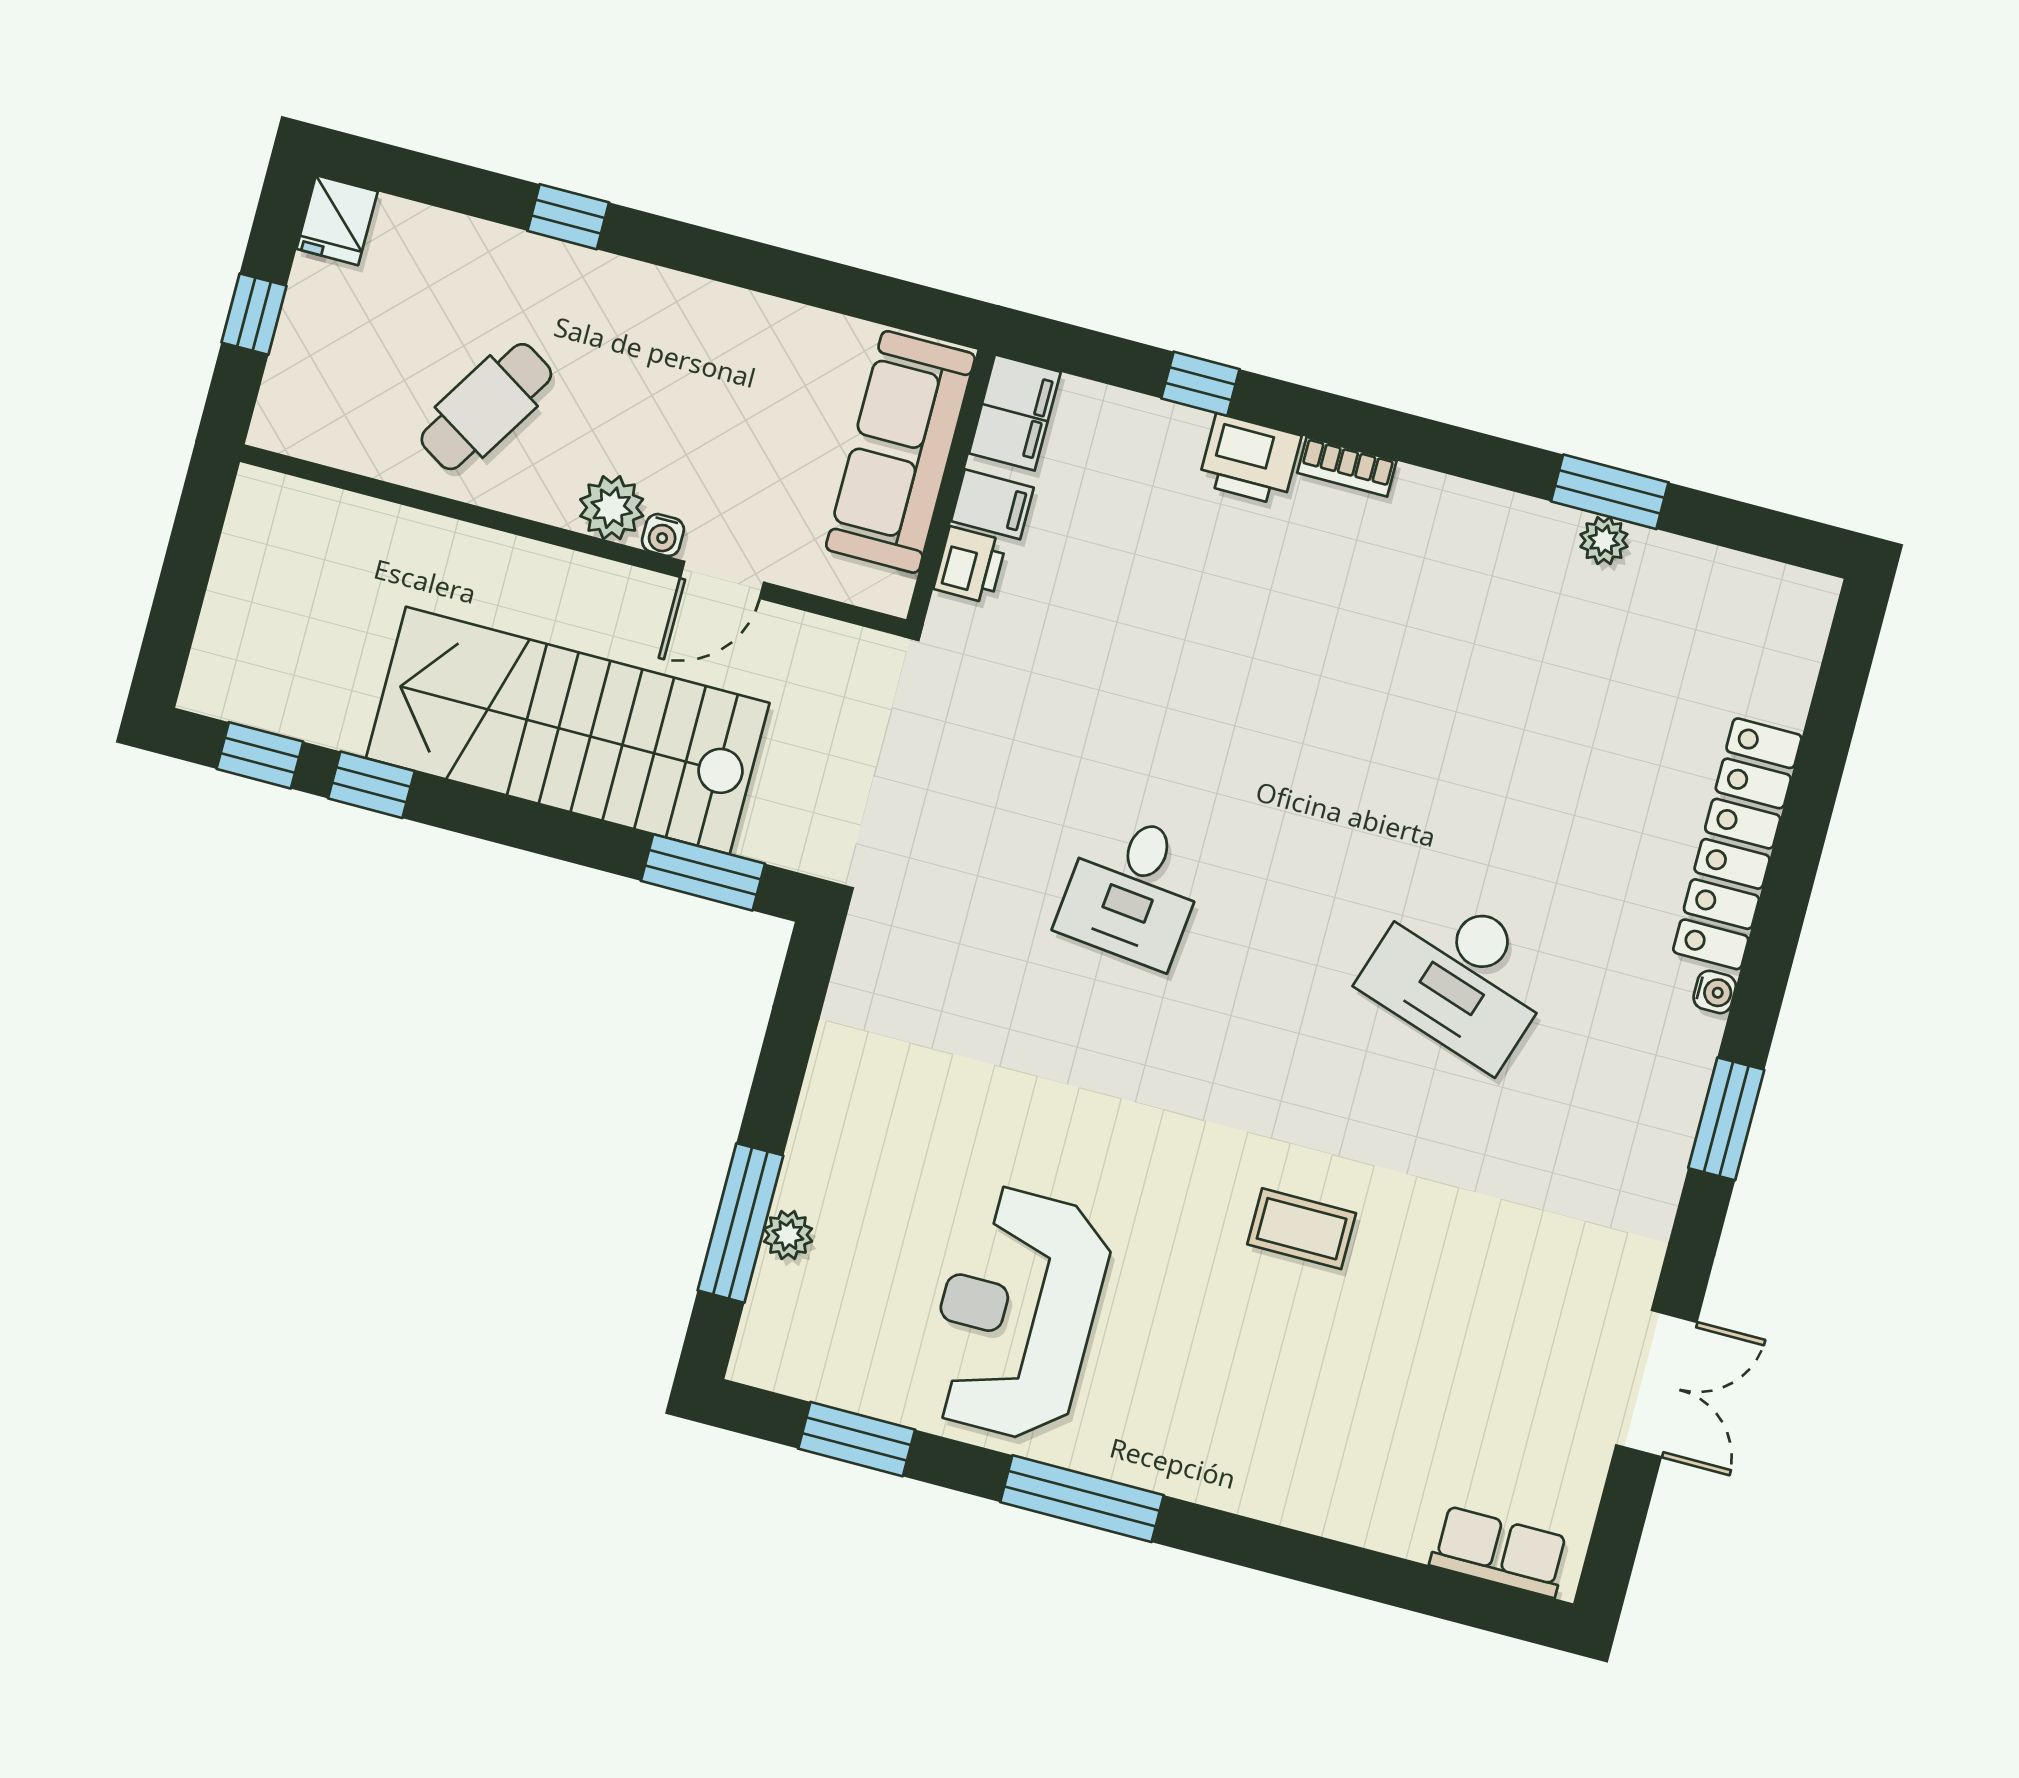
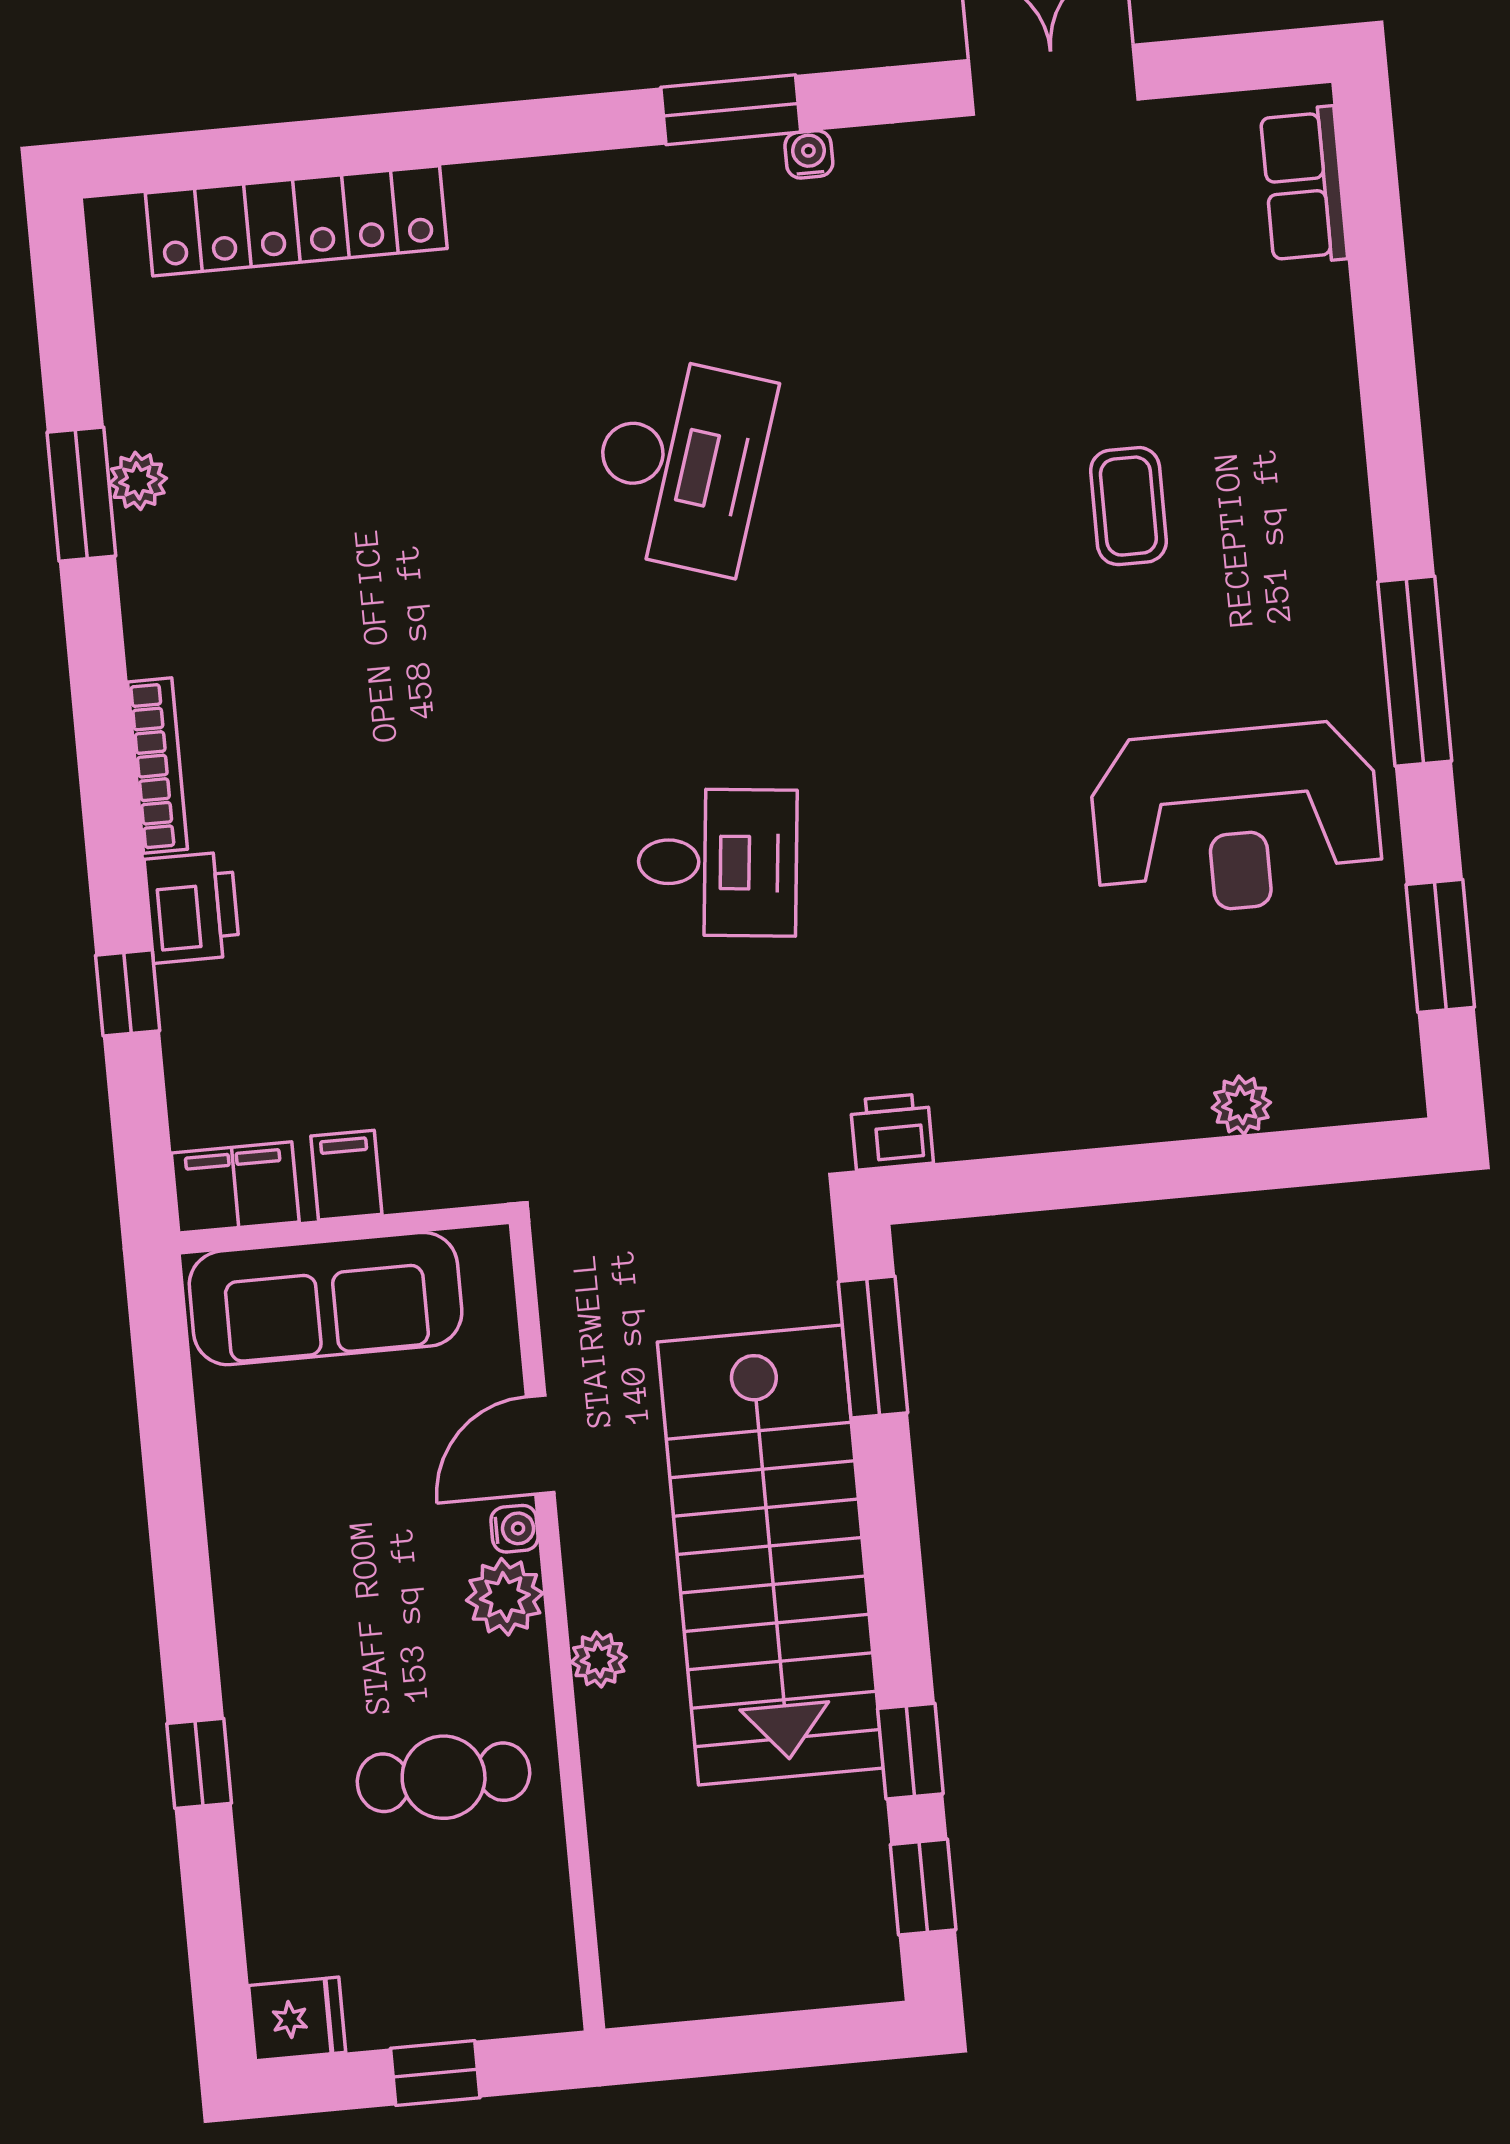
cafe table: (486, 407) -> (444, 1777), turned -32
bookcase: (1347, 467) -> (158, 766), width x1.56
plant: (535, 564) -> (599, 1660), added
printer: (970, 565) -> (892, 1132), moved
door: (722, 580) -> (540, 1445), swing flipped
locker: (1737, 844) -> (296, 221), moved
water cooler: (1715, 992) -> (809, 154), moved
window: (740, 1223) -> (1247, 1163), removed
coffee table: (1302, 1229) -> (1128, 506), moved

